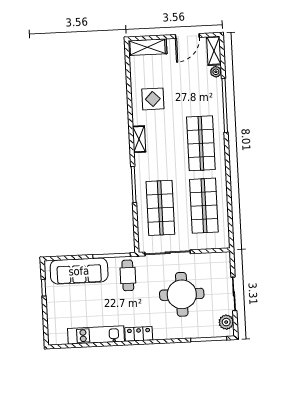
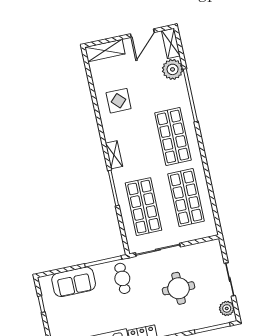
plant: (216, 72) -> (173, 69), width x1.87, depth x1.87
shelving: (139, 139) -> (114, 155), moved
sofa: (79, 271) -> (74, 282), width x0.73
round table: (182, 294) -> (179, 288), width x0.73, depth x0.73

